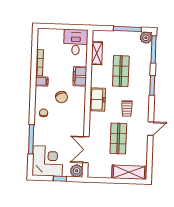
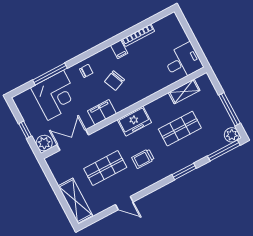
filing cabinet: (80, 76) -> (102, 112), moved
door: (151, 129) -> (124, 203), moved
corner desk: (48, 161) -> (56, 95), moved

